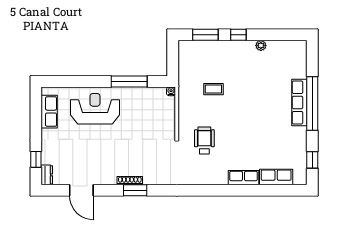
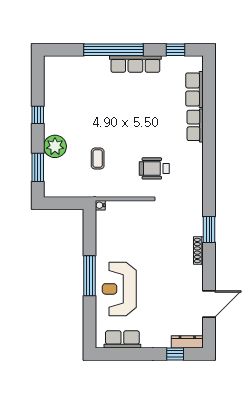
window: (238, 35) -> (38, 115), moved
plant: (261, 45) -> (55, 146), moved, width x1.88, depth x1.88
window: (129, 82) -> (89, 276), moved
row of seats: (299, 102) -> (135, 64), moved
dresser: (47, 175) -> (187, 342), width x1.44
window: (135, 190) -> (209, 229), moved

